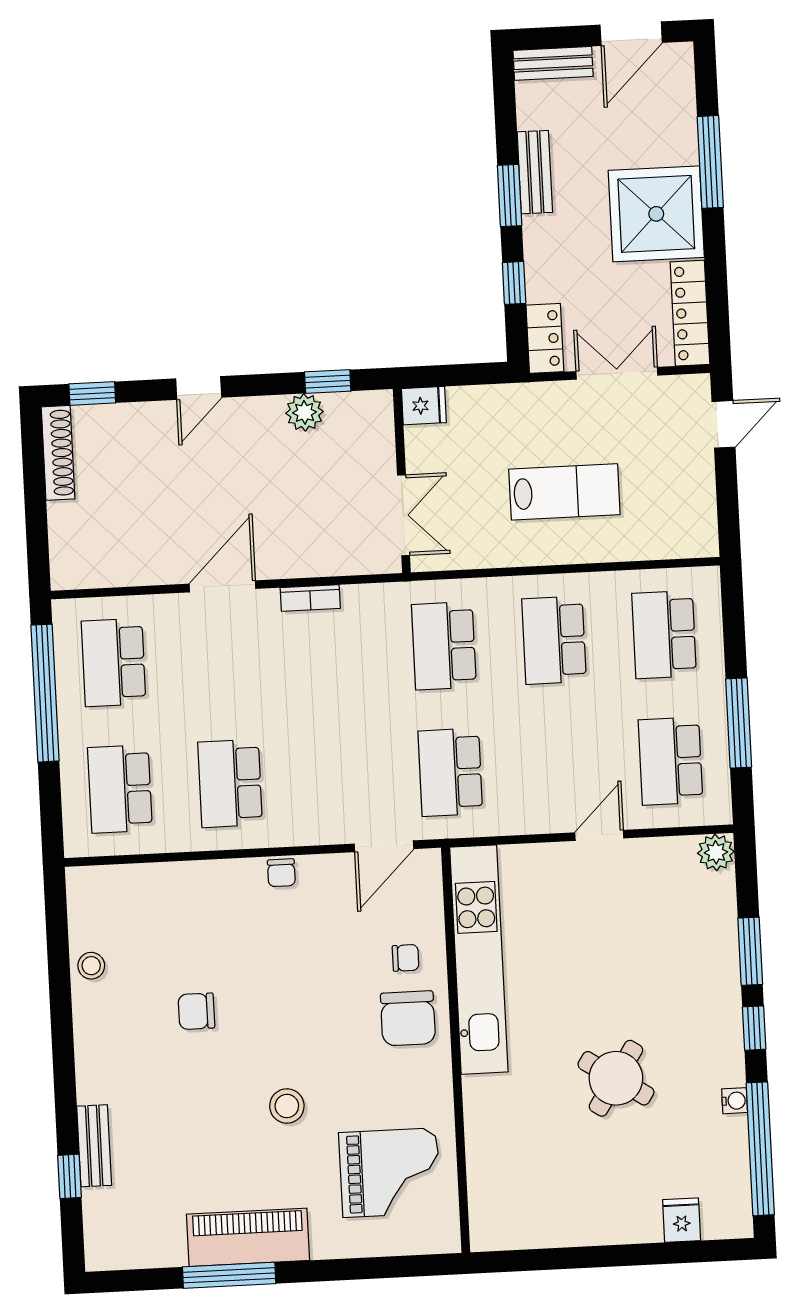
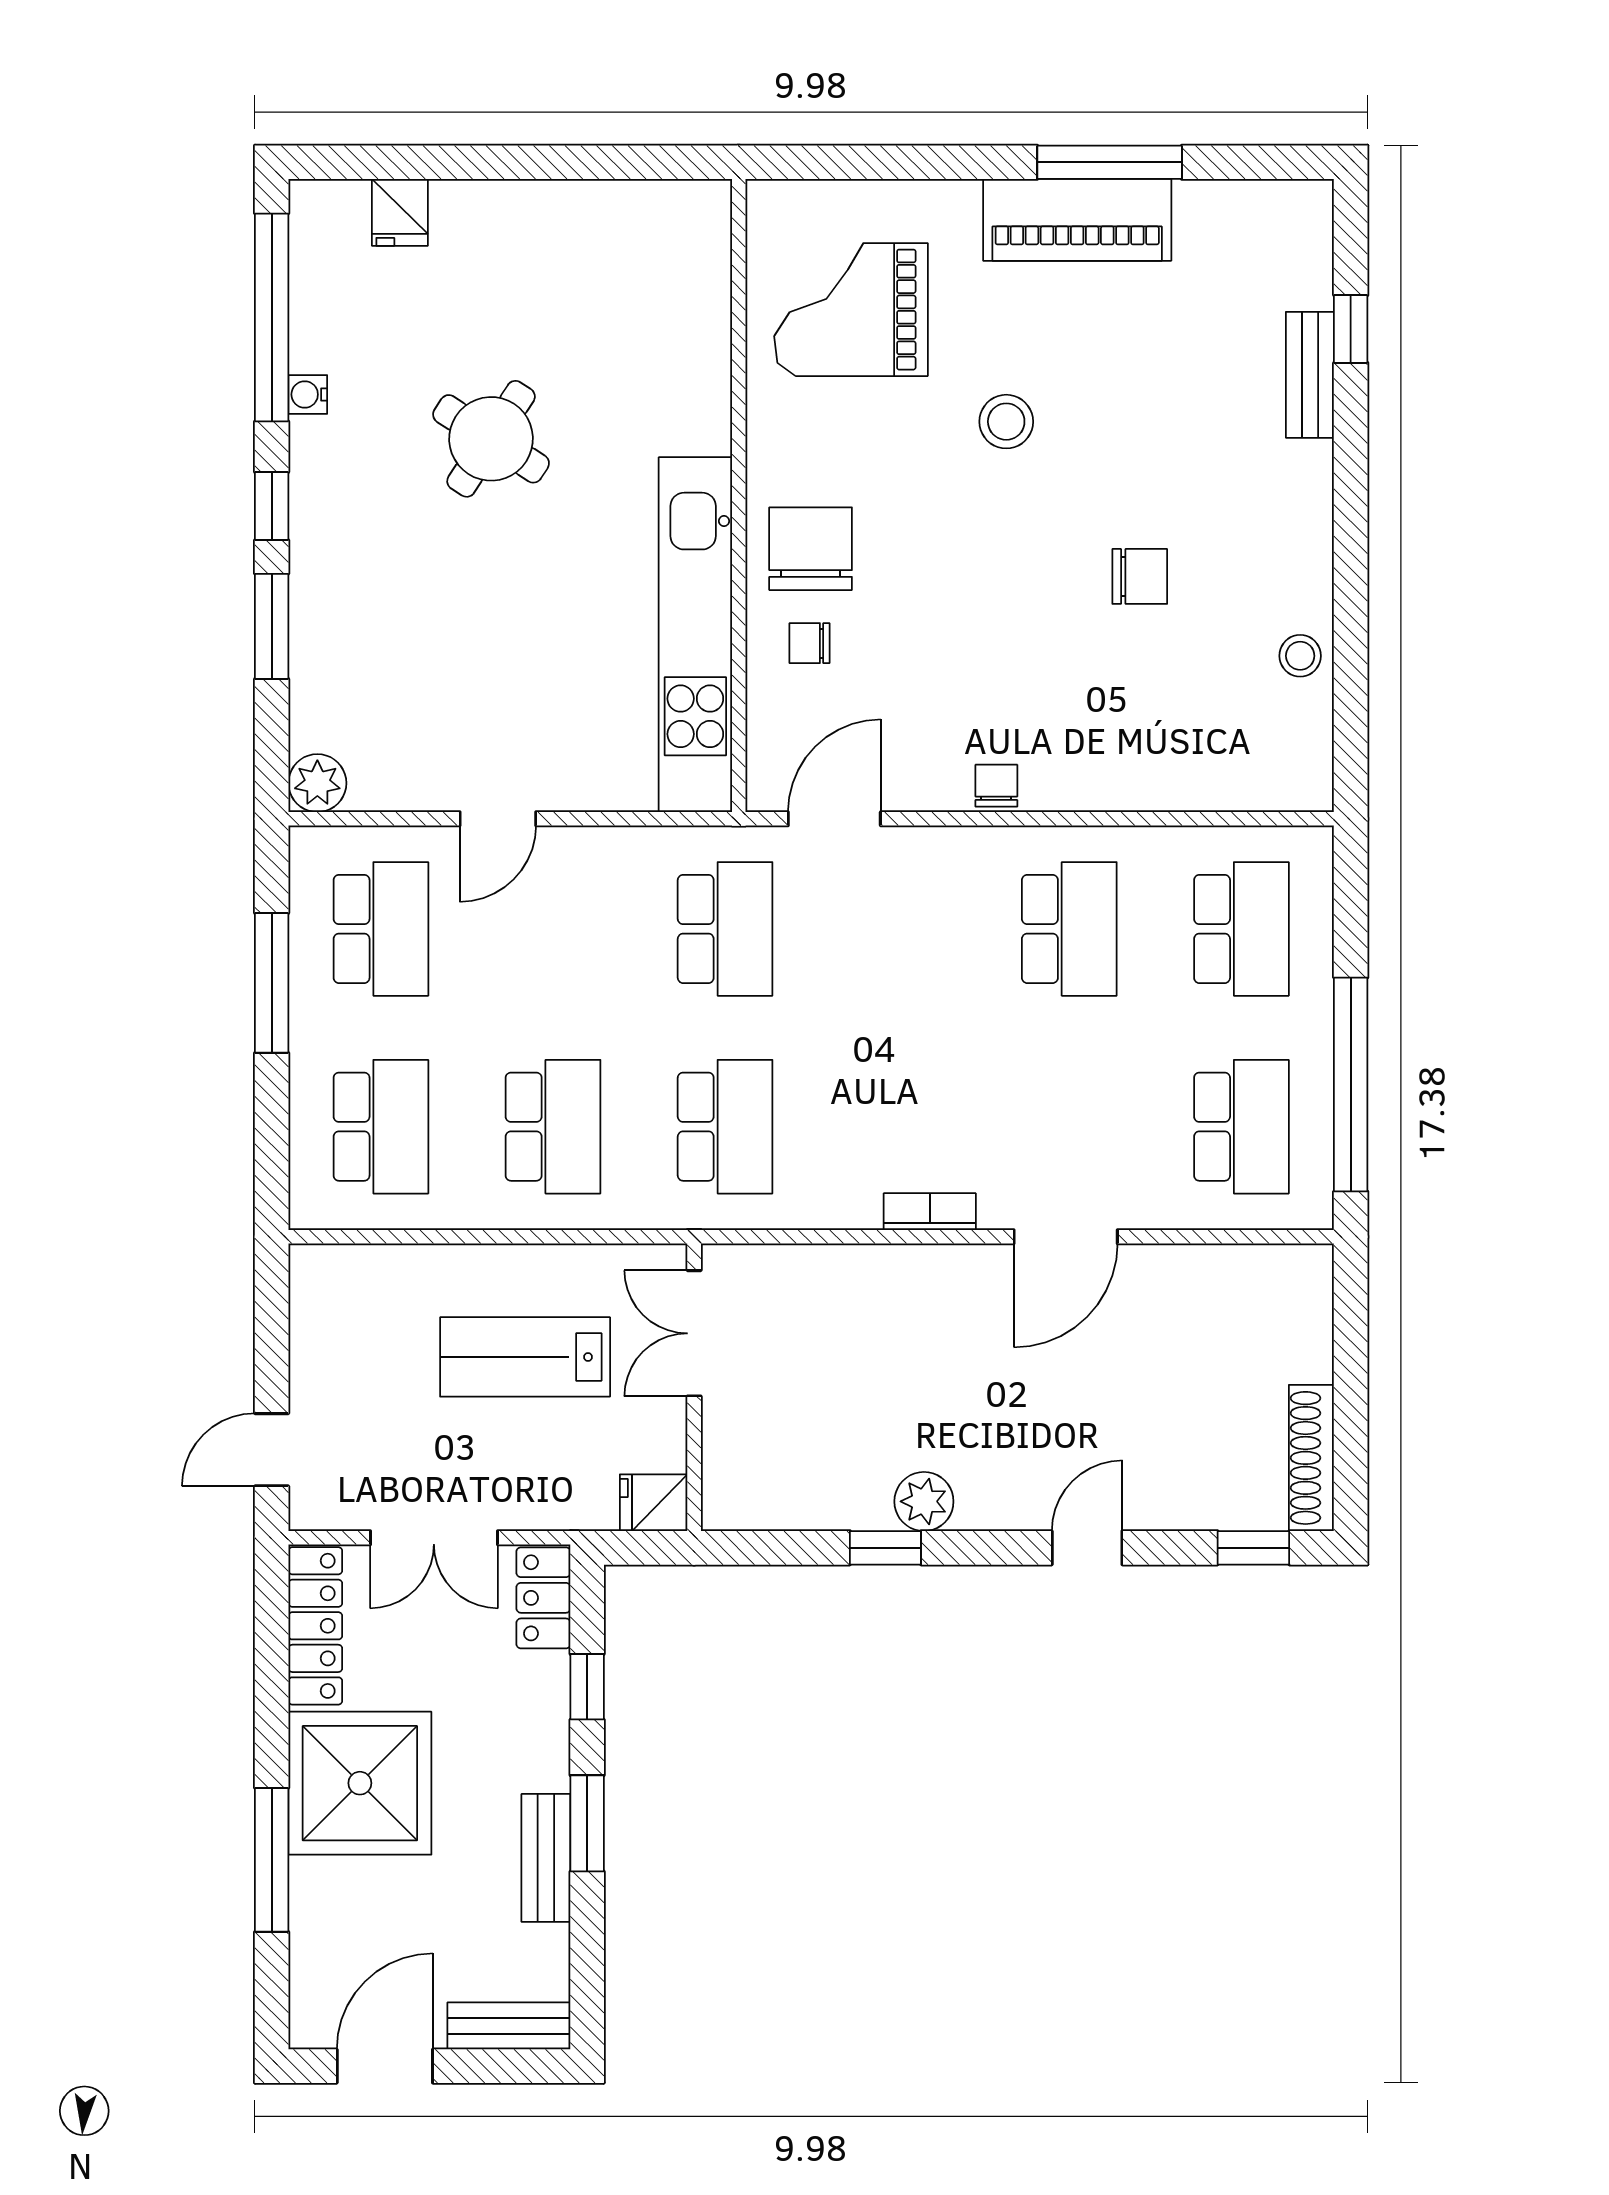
fridge: (424, 406) -> (654, 1503), moved
wall: (402, 481) -> (694, 1387), moved
double door: (404, 515) -> (694, 1333), moved

